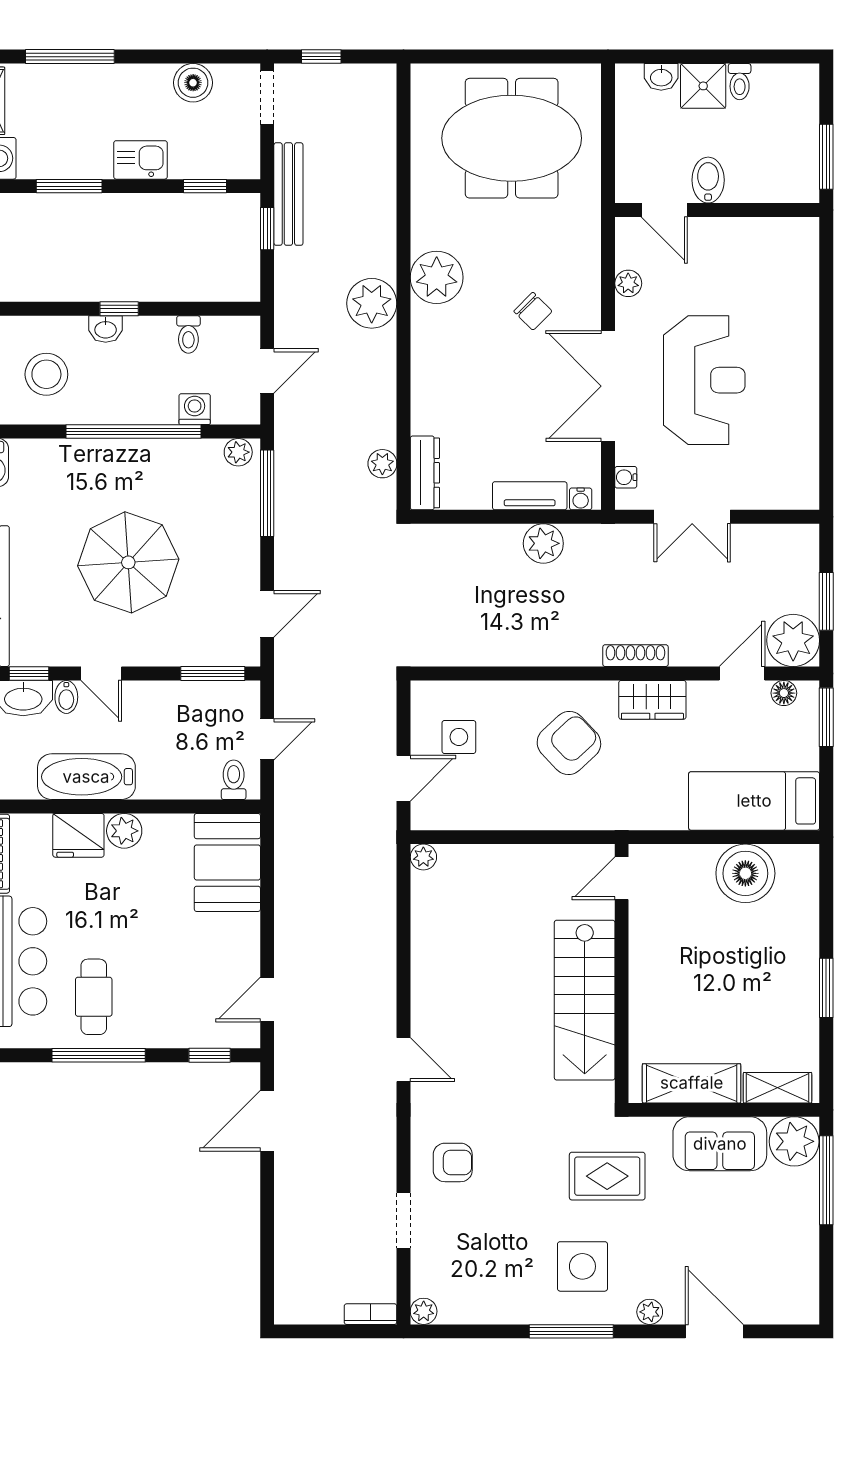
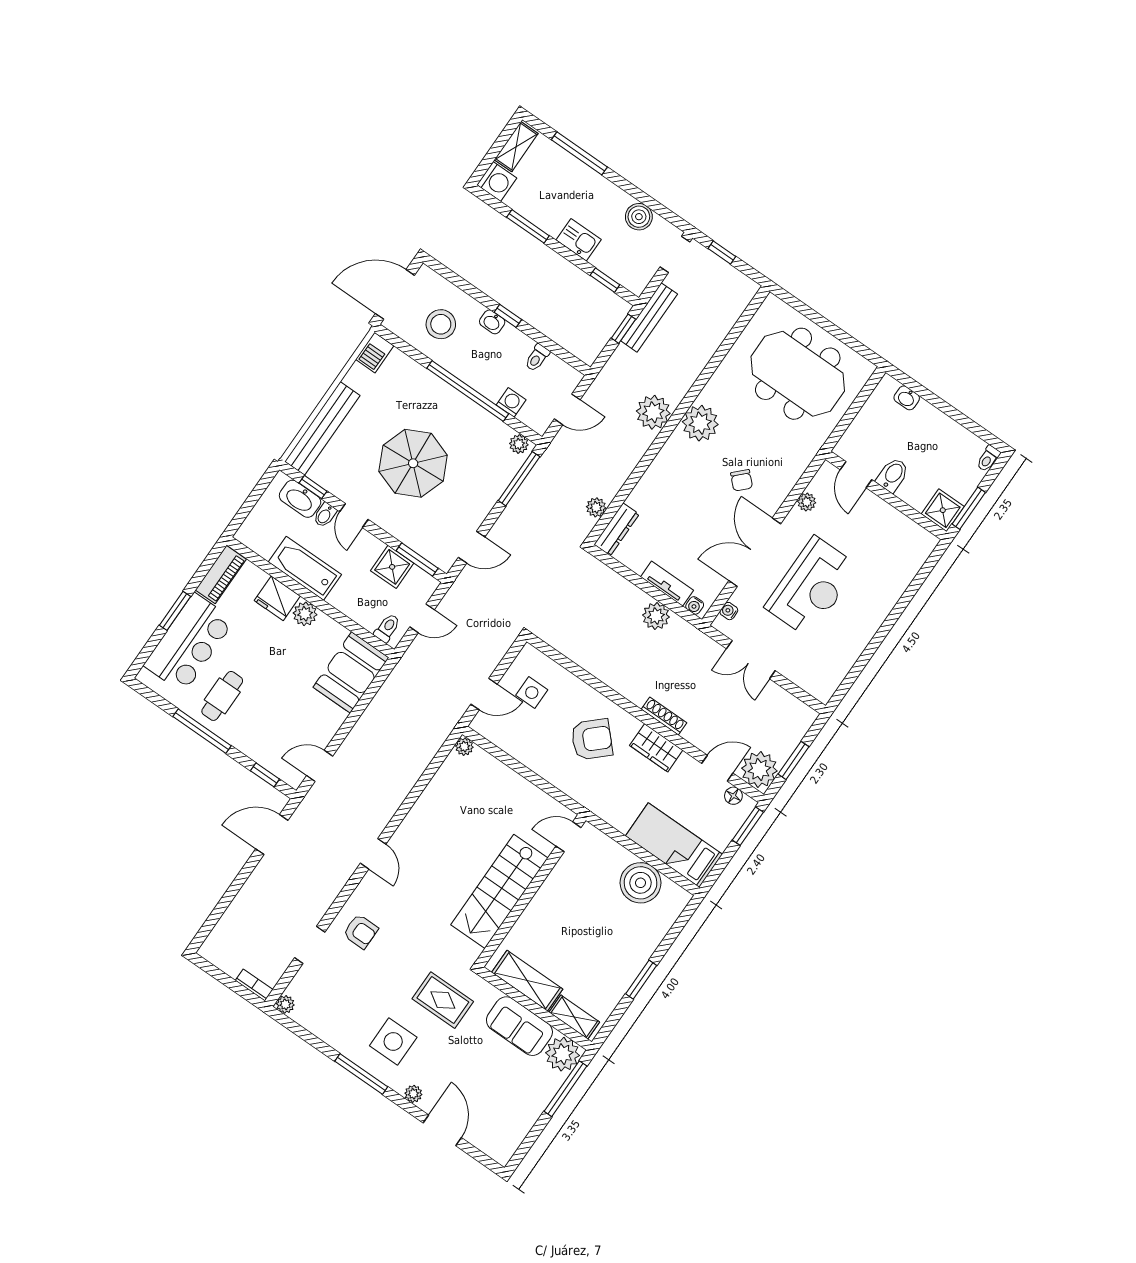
toilet: (740, 82) -> (988, 459), moved
shower: (703, 86) -> (943, 510), moved
shower: (189, 703) -> (392, 567), added

